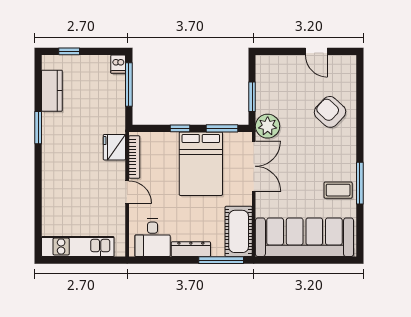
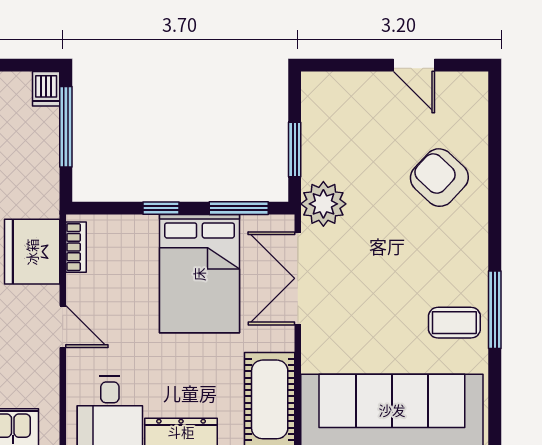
fridge: (114, 147) -> (32, 252), width x1.36, depth x1.34
bookcase: (134, 157) -> (76, 247), width x0.64
double door: (254, 166) -> (298, 278), swing flipped

